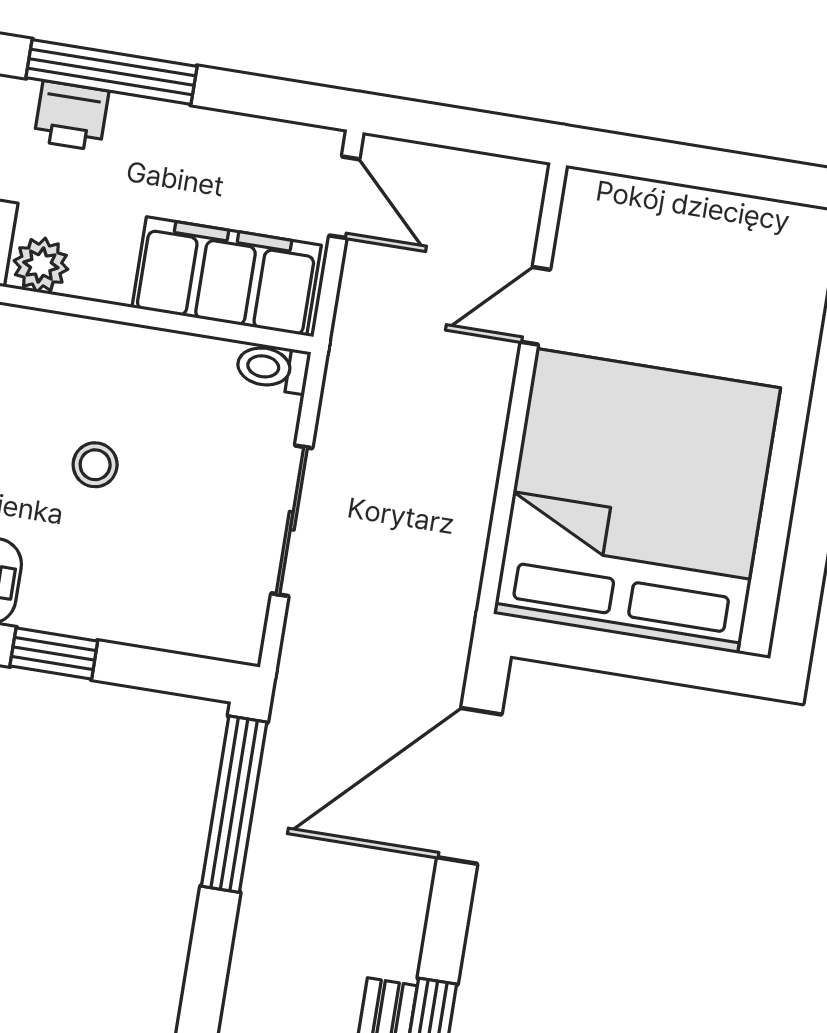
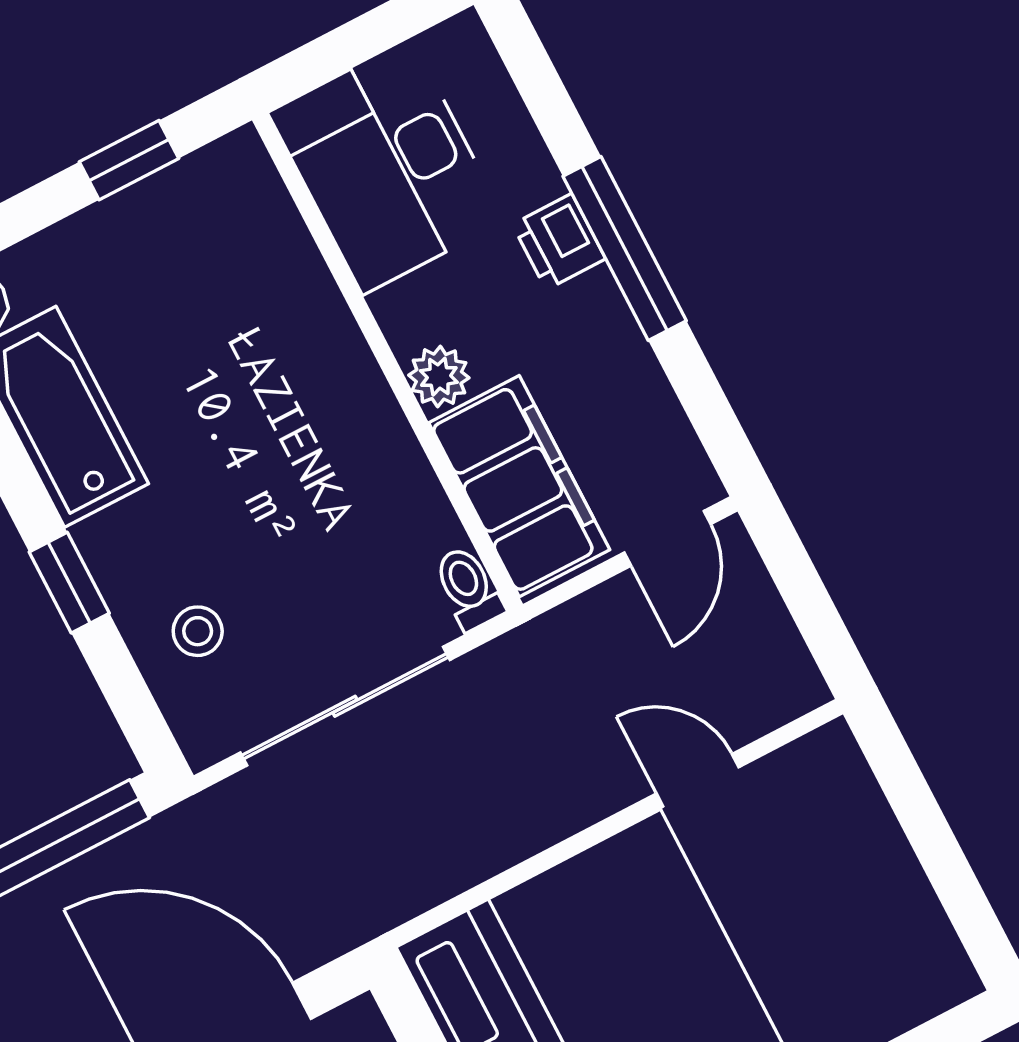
plant: (41, 265) -> (439, 377), moved
stool: (95, 465) -> (198, 631), moved
sliding door: (292, 521) -> (345, 706), width x1.37

